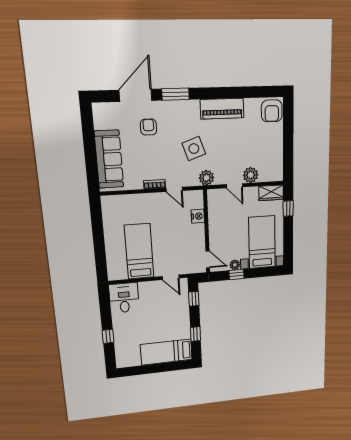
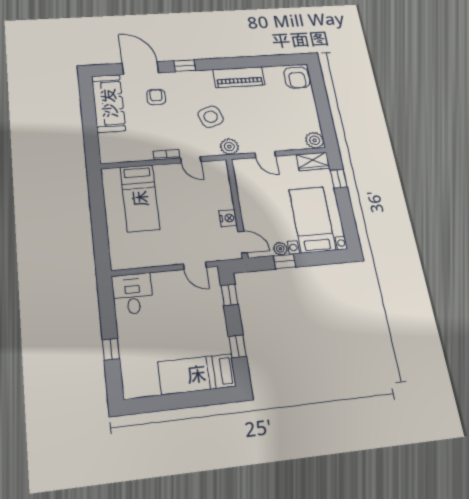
window: (176, 94) -> (185, 66), width x0.67
door: (136, 95) -> (140, 68), hinge flipped
sofa: (109, 159) -> (109, 103), moved
plant: (251, 175) -> (315, 140), moved
nightstand: (198, 216) -> (228, 218), moved
bed: (139, 251) -> (140, 198), moved, turned 180

